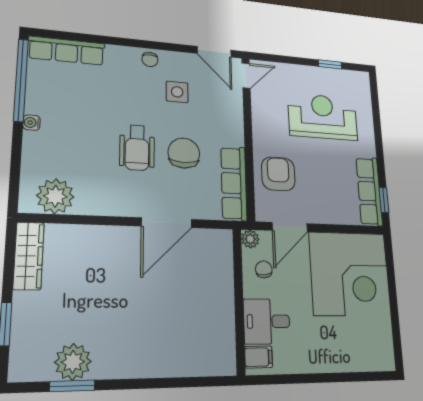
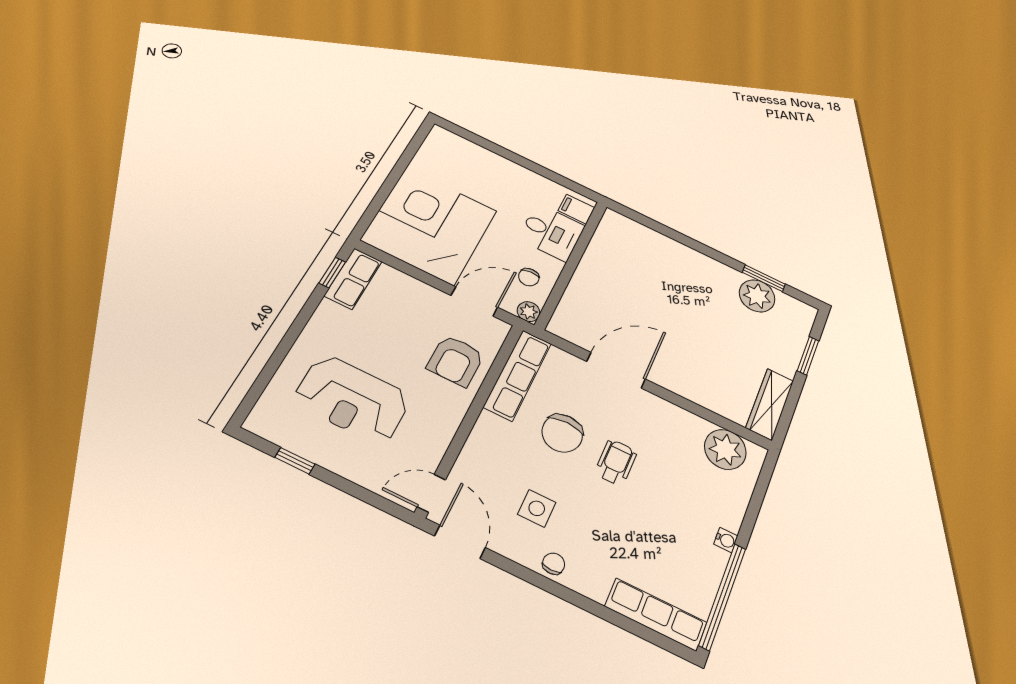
wheelchair: (137, 148) -> (616, 462), width x0.73, depth x0.73
row of seats: (369, 191) -> (353, 279), width x0.68

